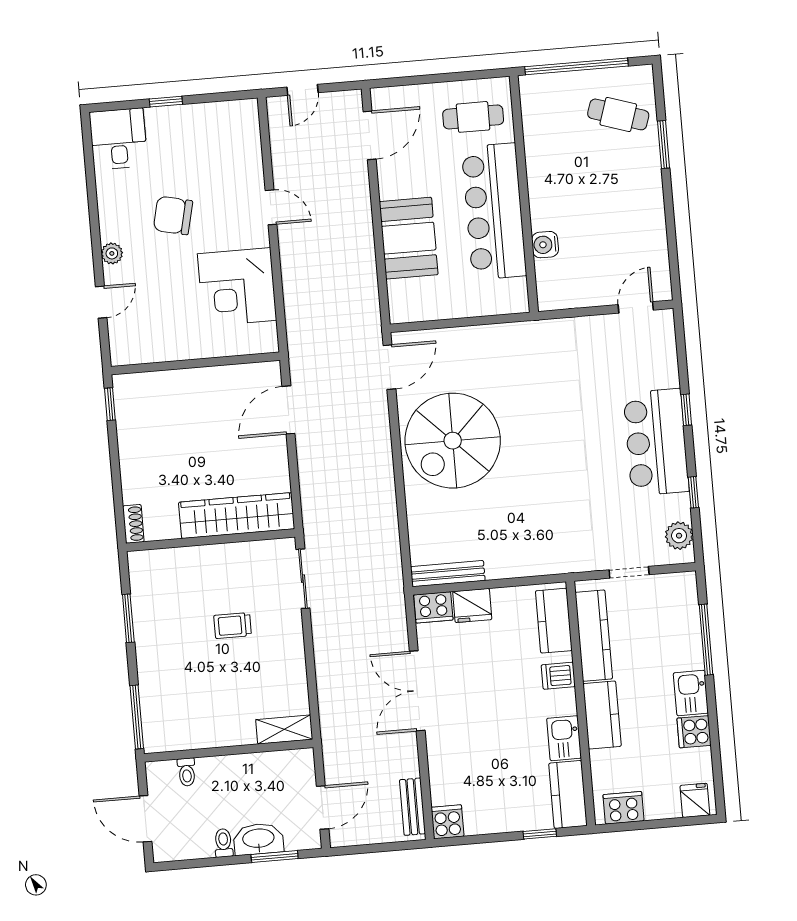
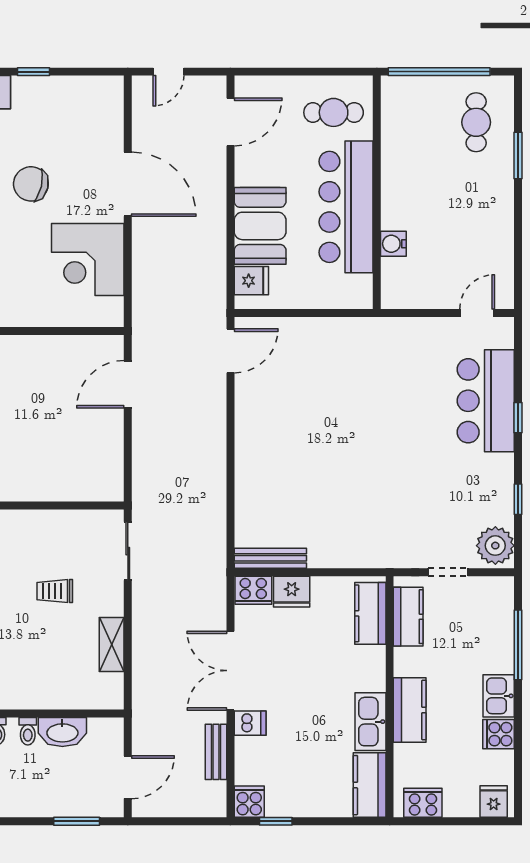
cafe table: (618, 114) -> (476, 122), turned 72
door: (271, 207) -> (128, 184), width x1.88
fridge: (404, 294) -> (251, 281), added
spiral stairs: (453, 441) -> (286, 428), removed
bar counter: (656, 442) -> (486, 401), moved
wardrobe: (237, 516) -> (68, 484), removed
plant: (679, 536) -> (495, 546), width x1.36, depth x1.36
kitchen counter: (594, 636) -> (408, 617), width x0.67
dishwasher: (558, 676) -> (250, 723), moved, turned 180
shelving: (284, 729) -> (112, 644), moved, turned 90
kitchen sink: (564, 738) -> (370, 722), width x1.38
bench: (412, 807) -> (216, 752), moved
window: (540, 834) -> (276, 821), moved
washbasin: (258, 839) -> (62, 732), moved, turned 180
toilet: (223, 843) -> (28, 731), moved, turned 180

